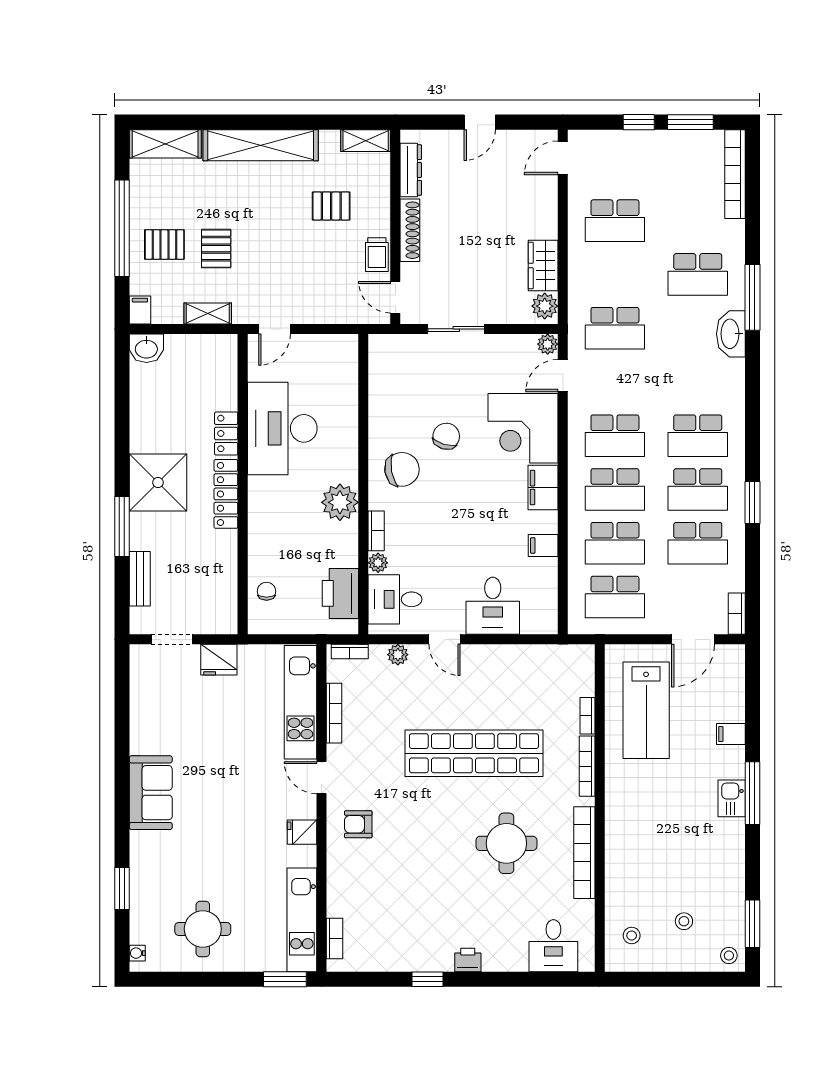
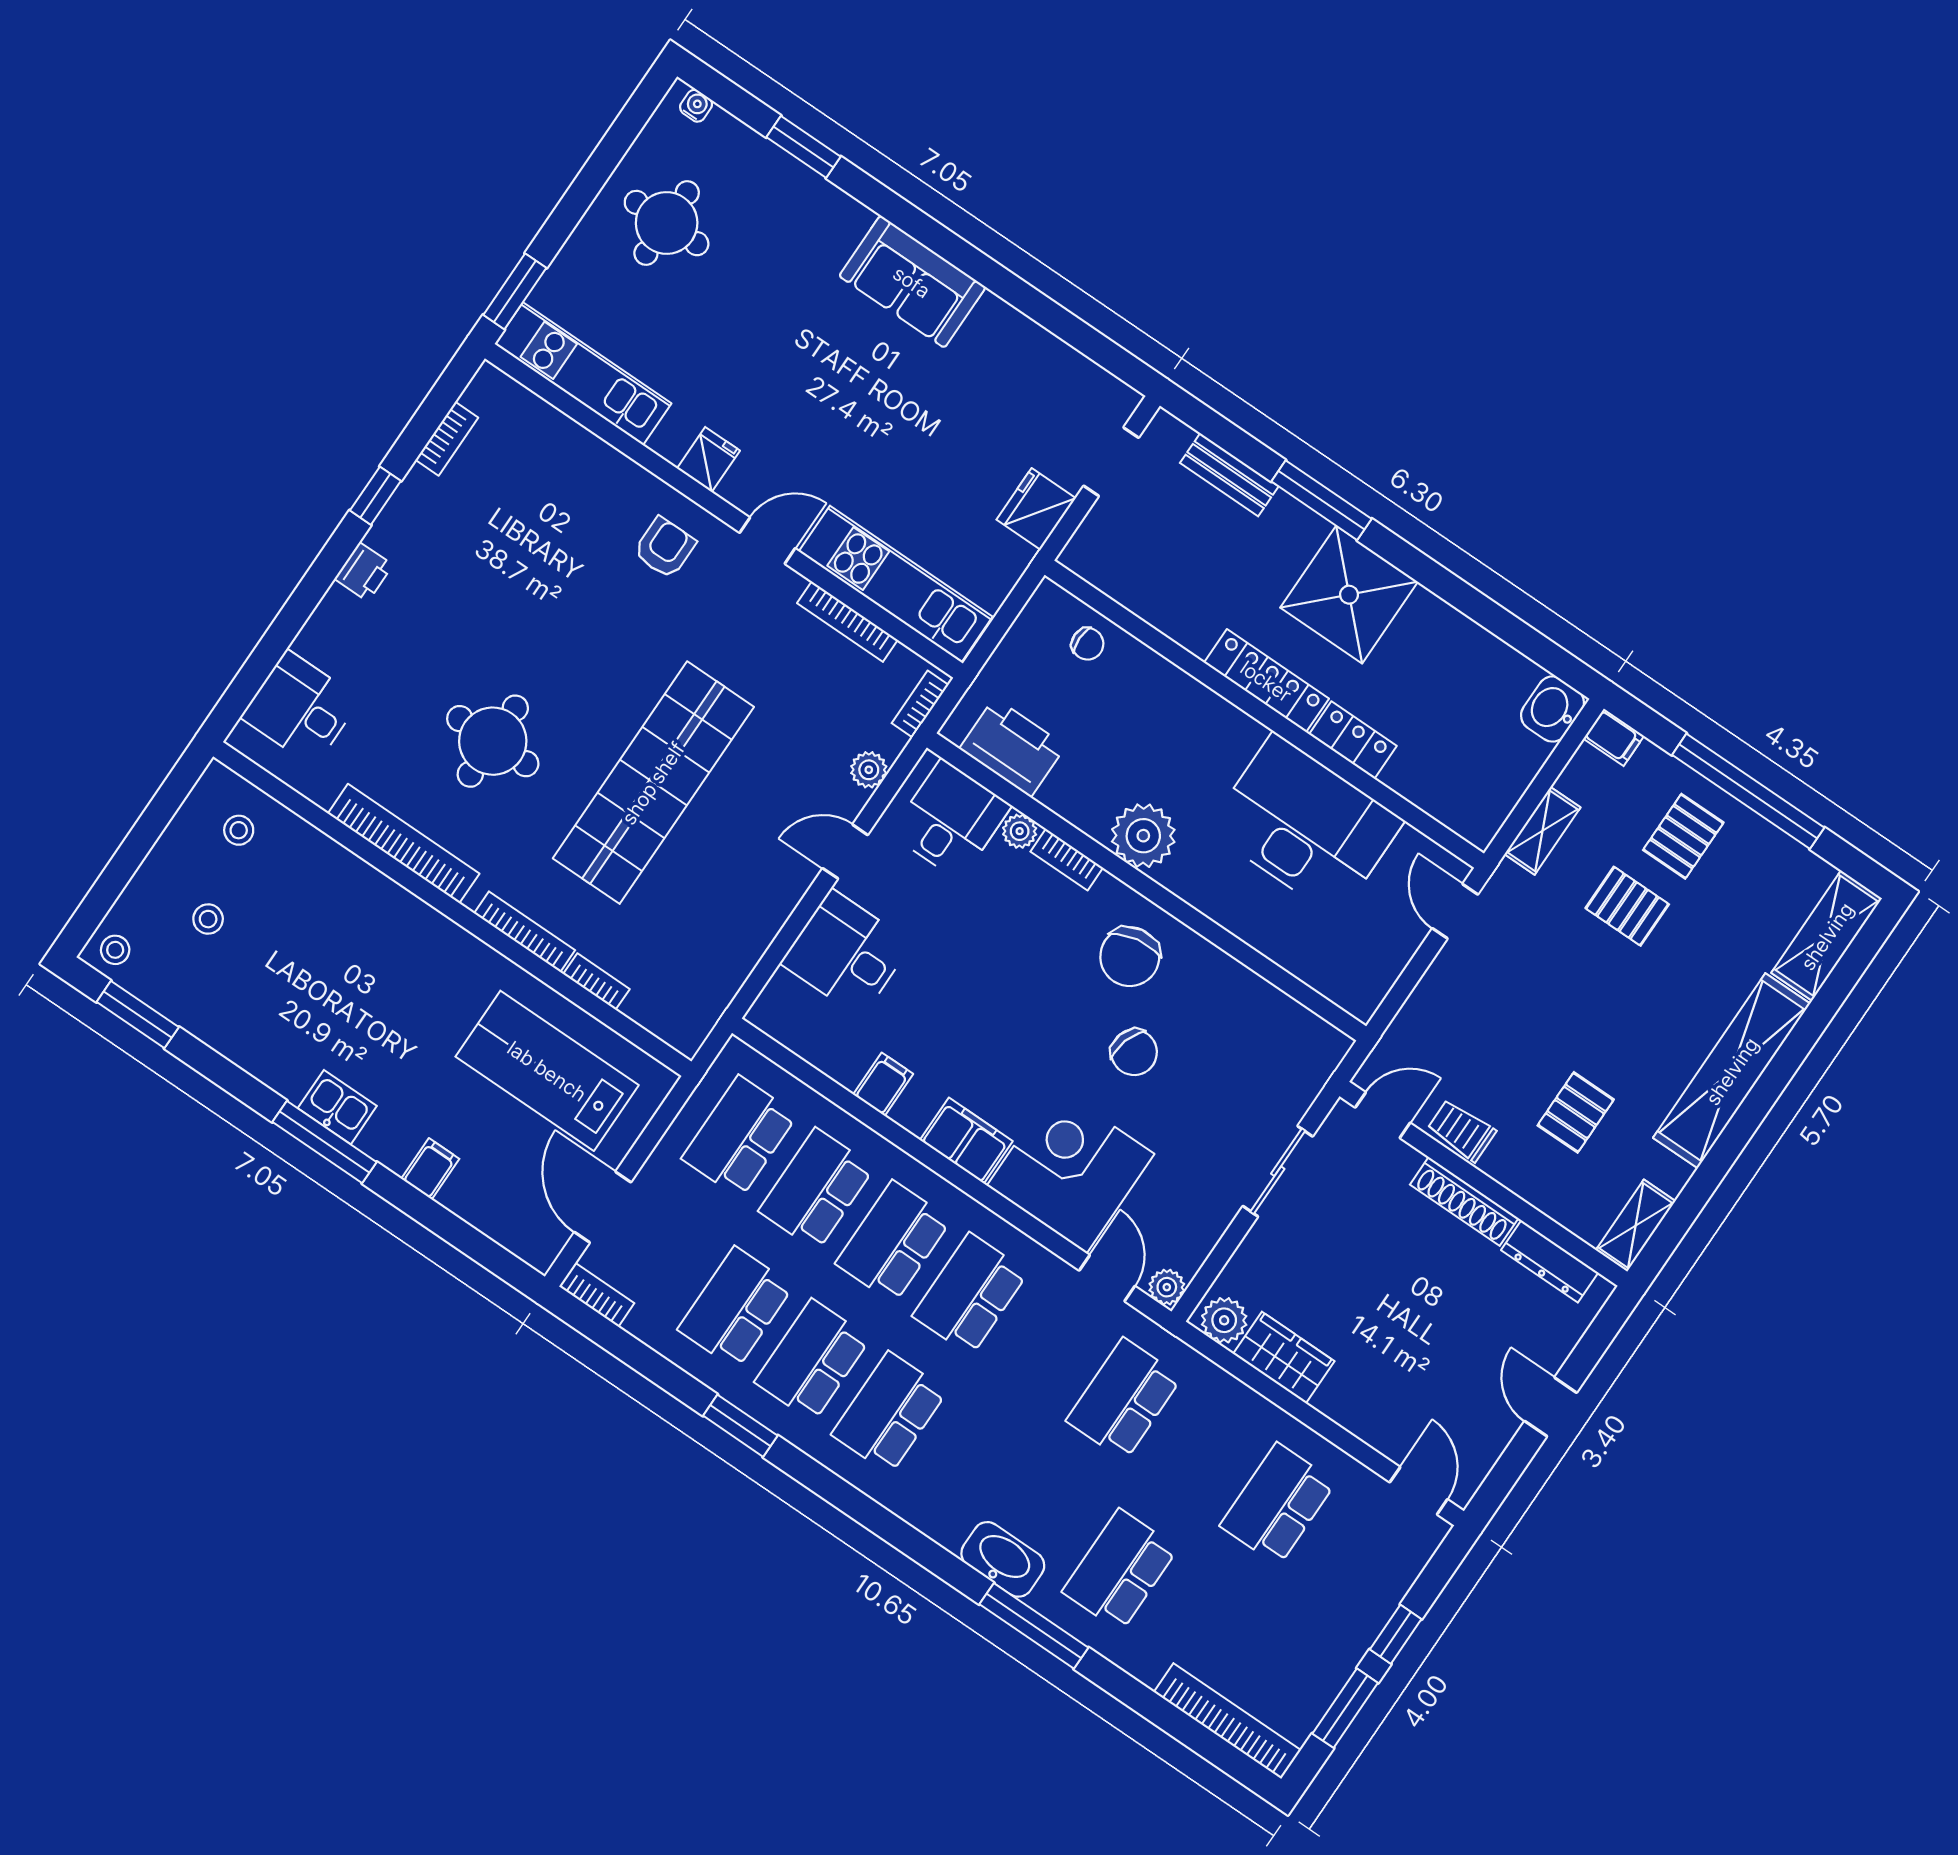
bookcase: (334, 939) -> (447, 439), moved, turned -90

